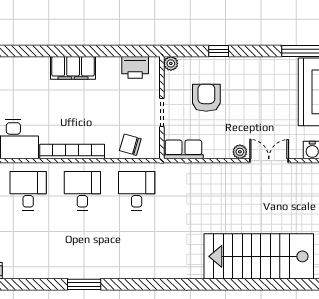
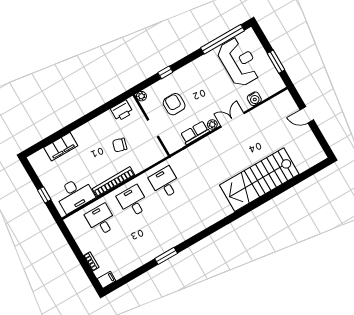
filing cabinet: (73, 68) -> (61, 147), moved
chair: (130, 145) -> (120, 145), moved
row of seats: (183, 149) -> (195, 133), moved

